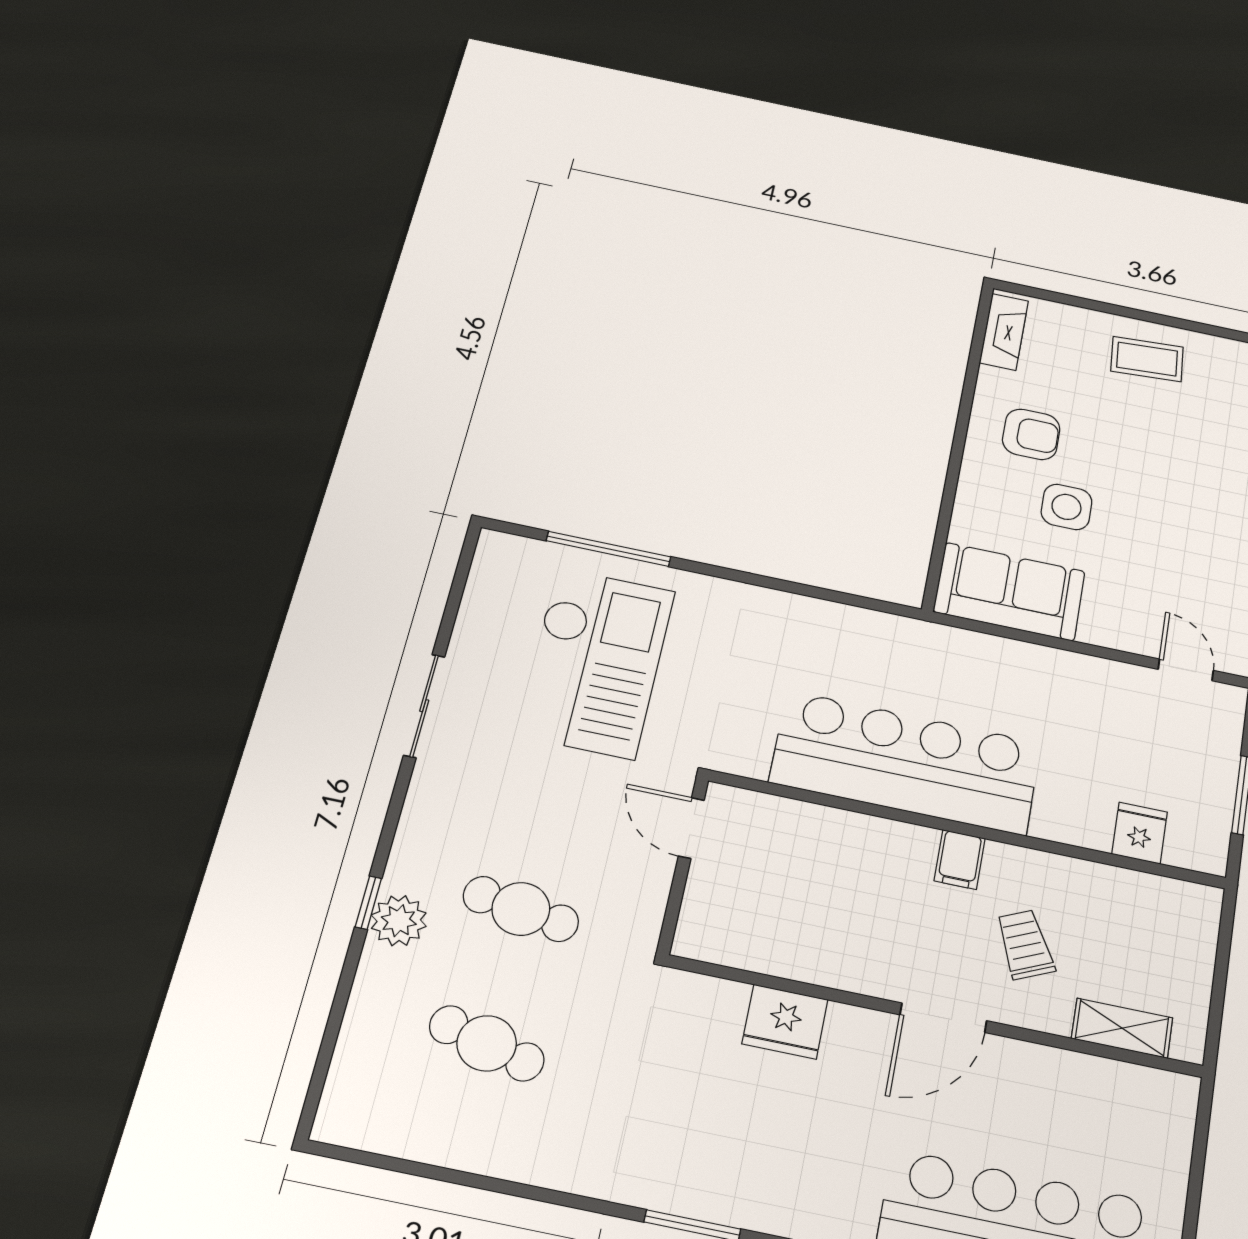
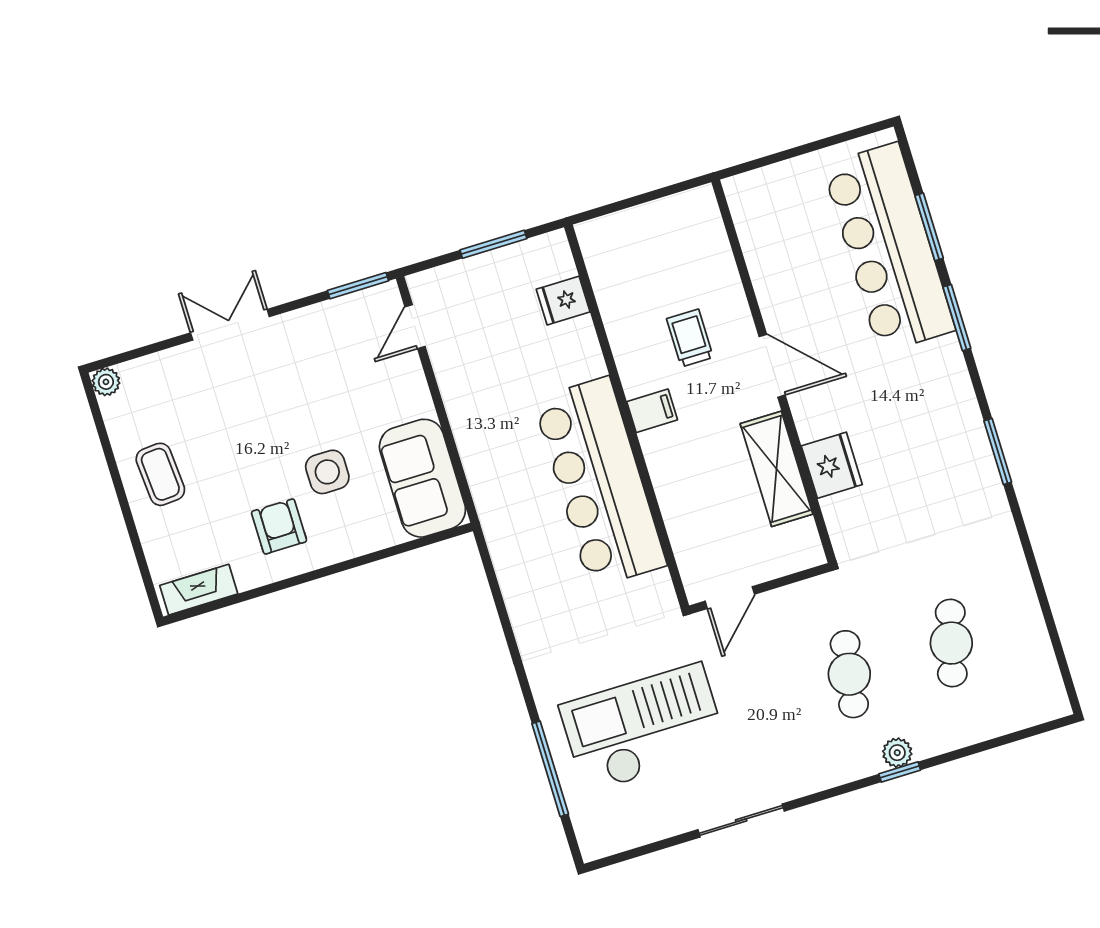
plant: (399, 921) -> (897, 753), width x0.73, depth x0.73
trolley: (1025, 945) -> (690, 338), turned 115
shelving: (1122, 1028) -> (777, 469), moved, width x1.50, depth x1.33

